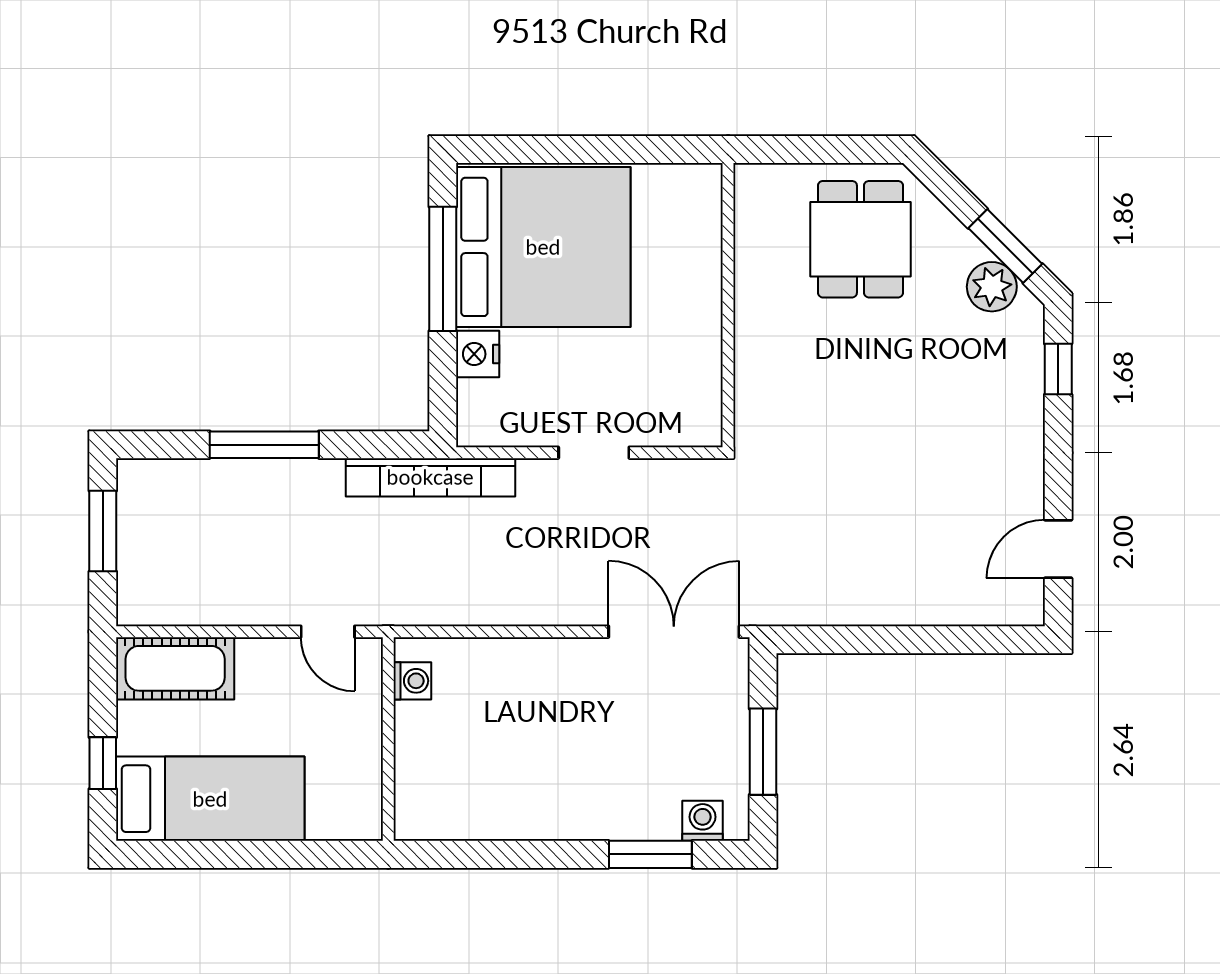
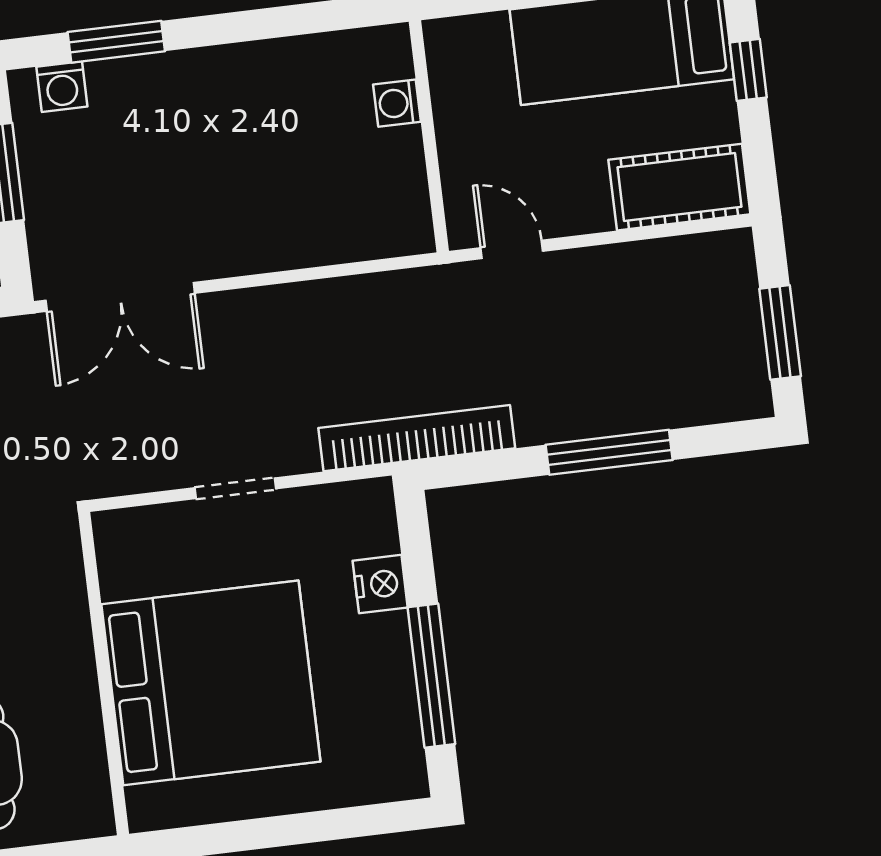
bed: (543, 247) -> (211, 683), moved, turned 180
washing machine: (412, 681) -> (397, 103), moved

